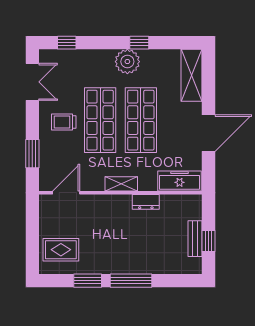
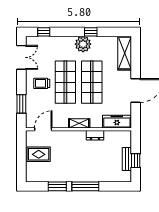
rug: (61, 250) -> (39, 154), moved

